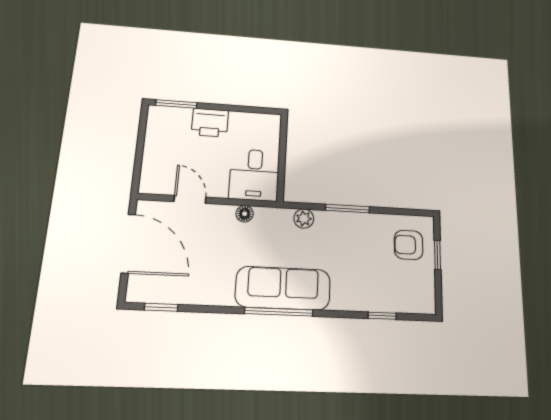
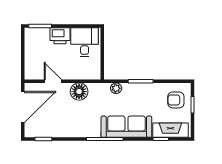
desk: (254, 175) -> (85, 42), moved, turned 180
floor lamp: (245, 214) -> (79, 92), width x1.89, depth x1.89
door: (128, 244) -> (23, 107), hinge flipped
sofa: (283, 288) -> (126, 127), moved
fireplace: (399, 300) -> (170, 130), added

